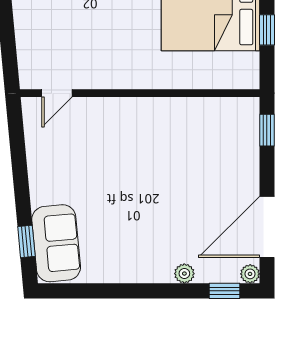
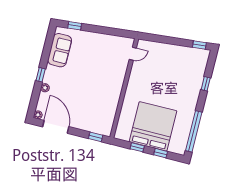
door: (57, 93) -> (133, 54), swing flipped
sofa: (56, 243) -> (60, 50), moved, turned -85
window: (225, 291) -> (41, 75), moved

